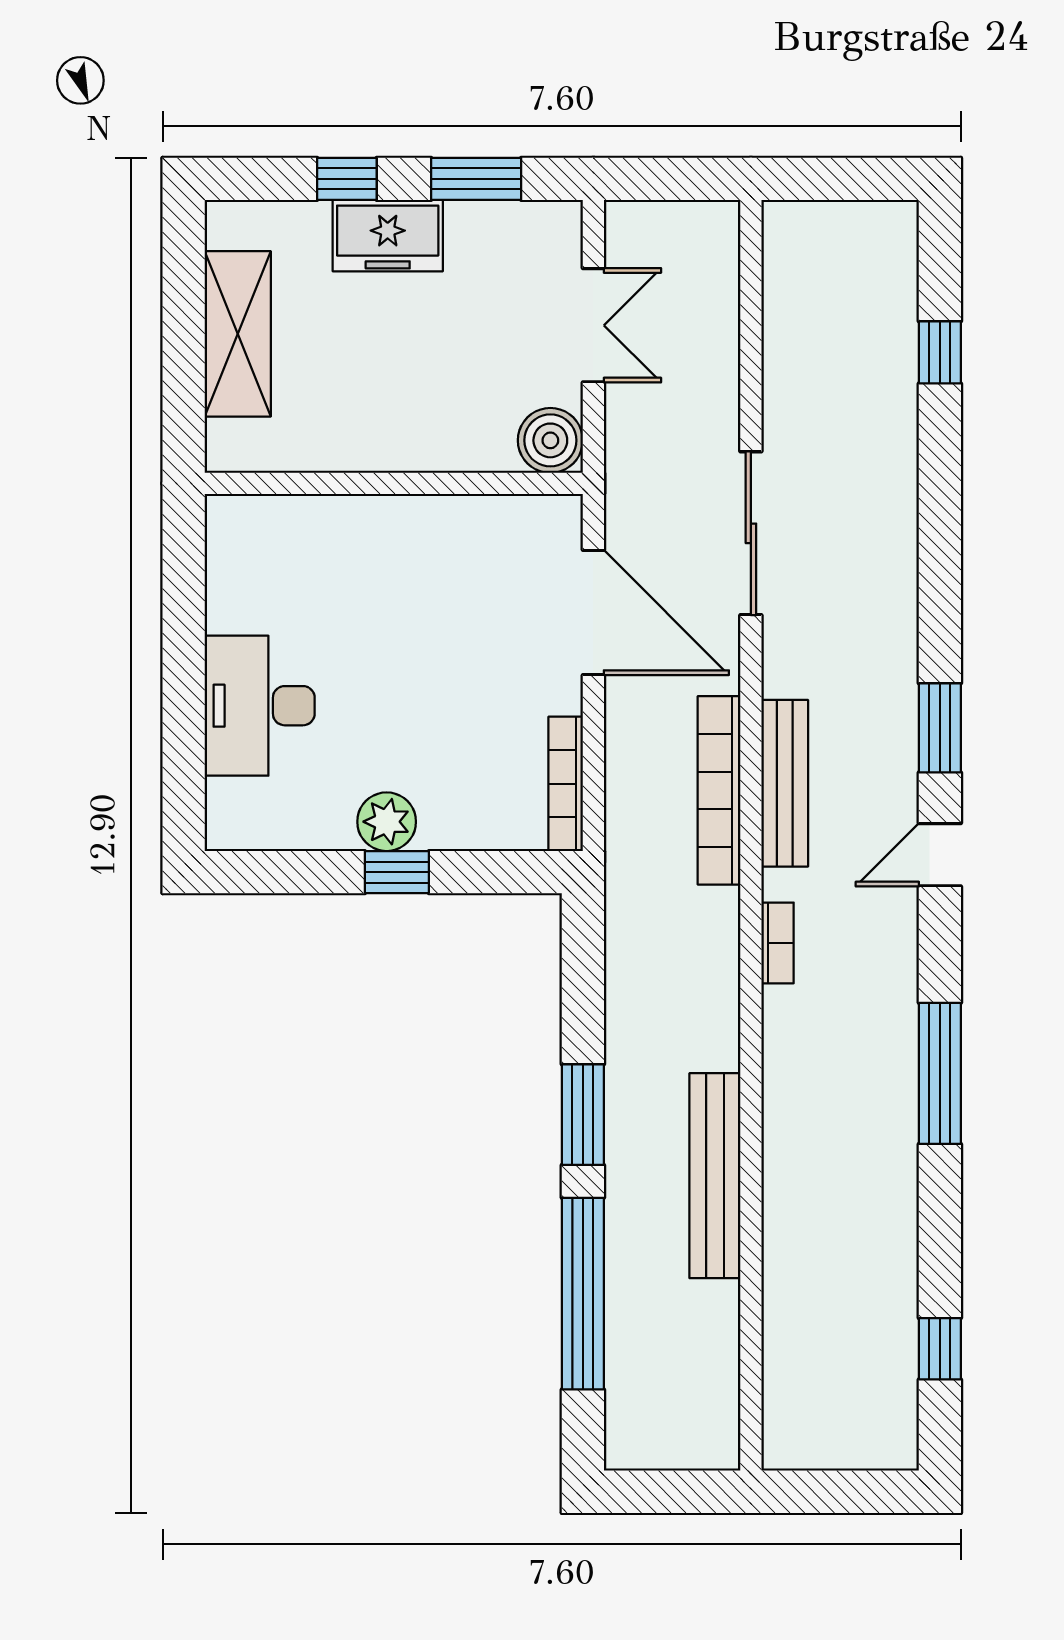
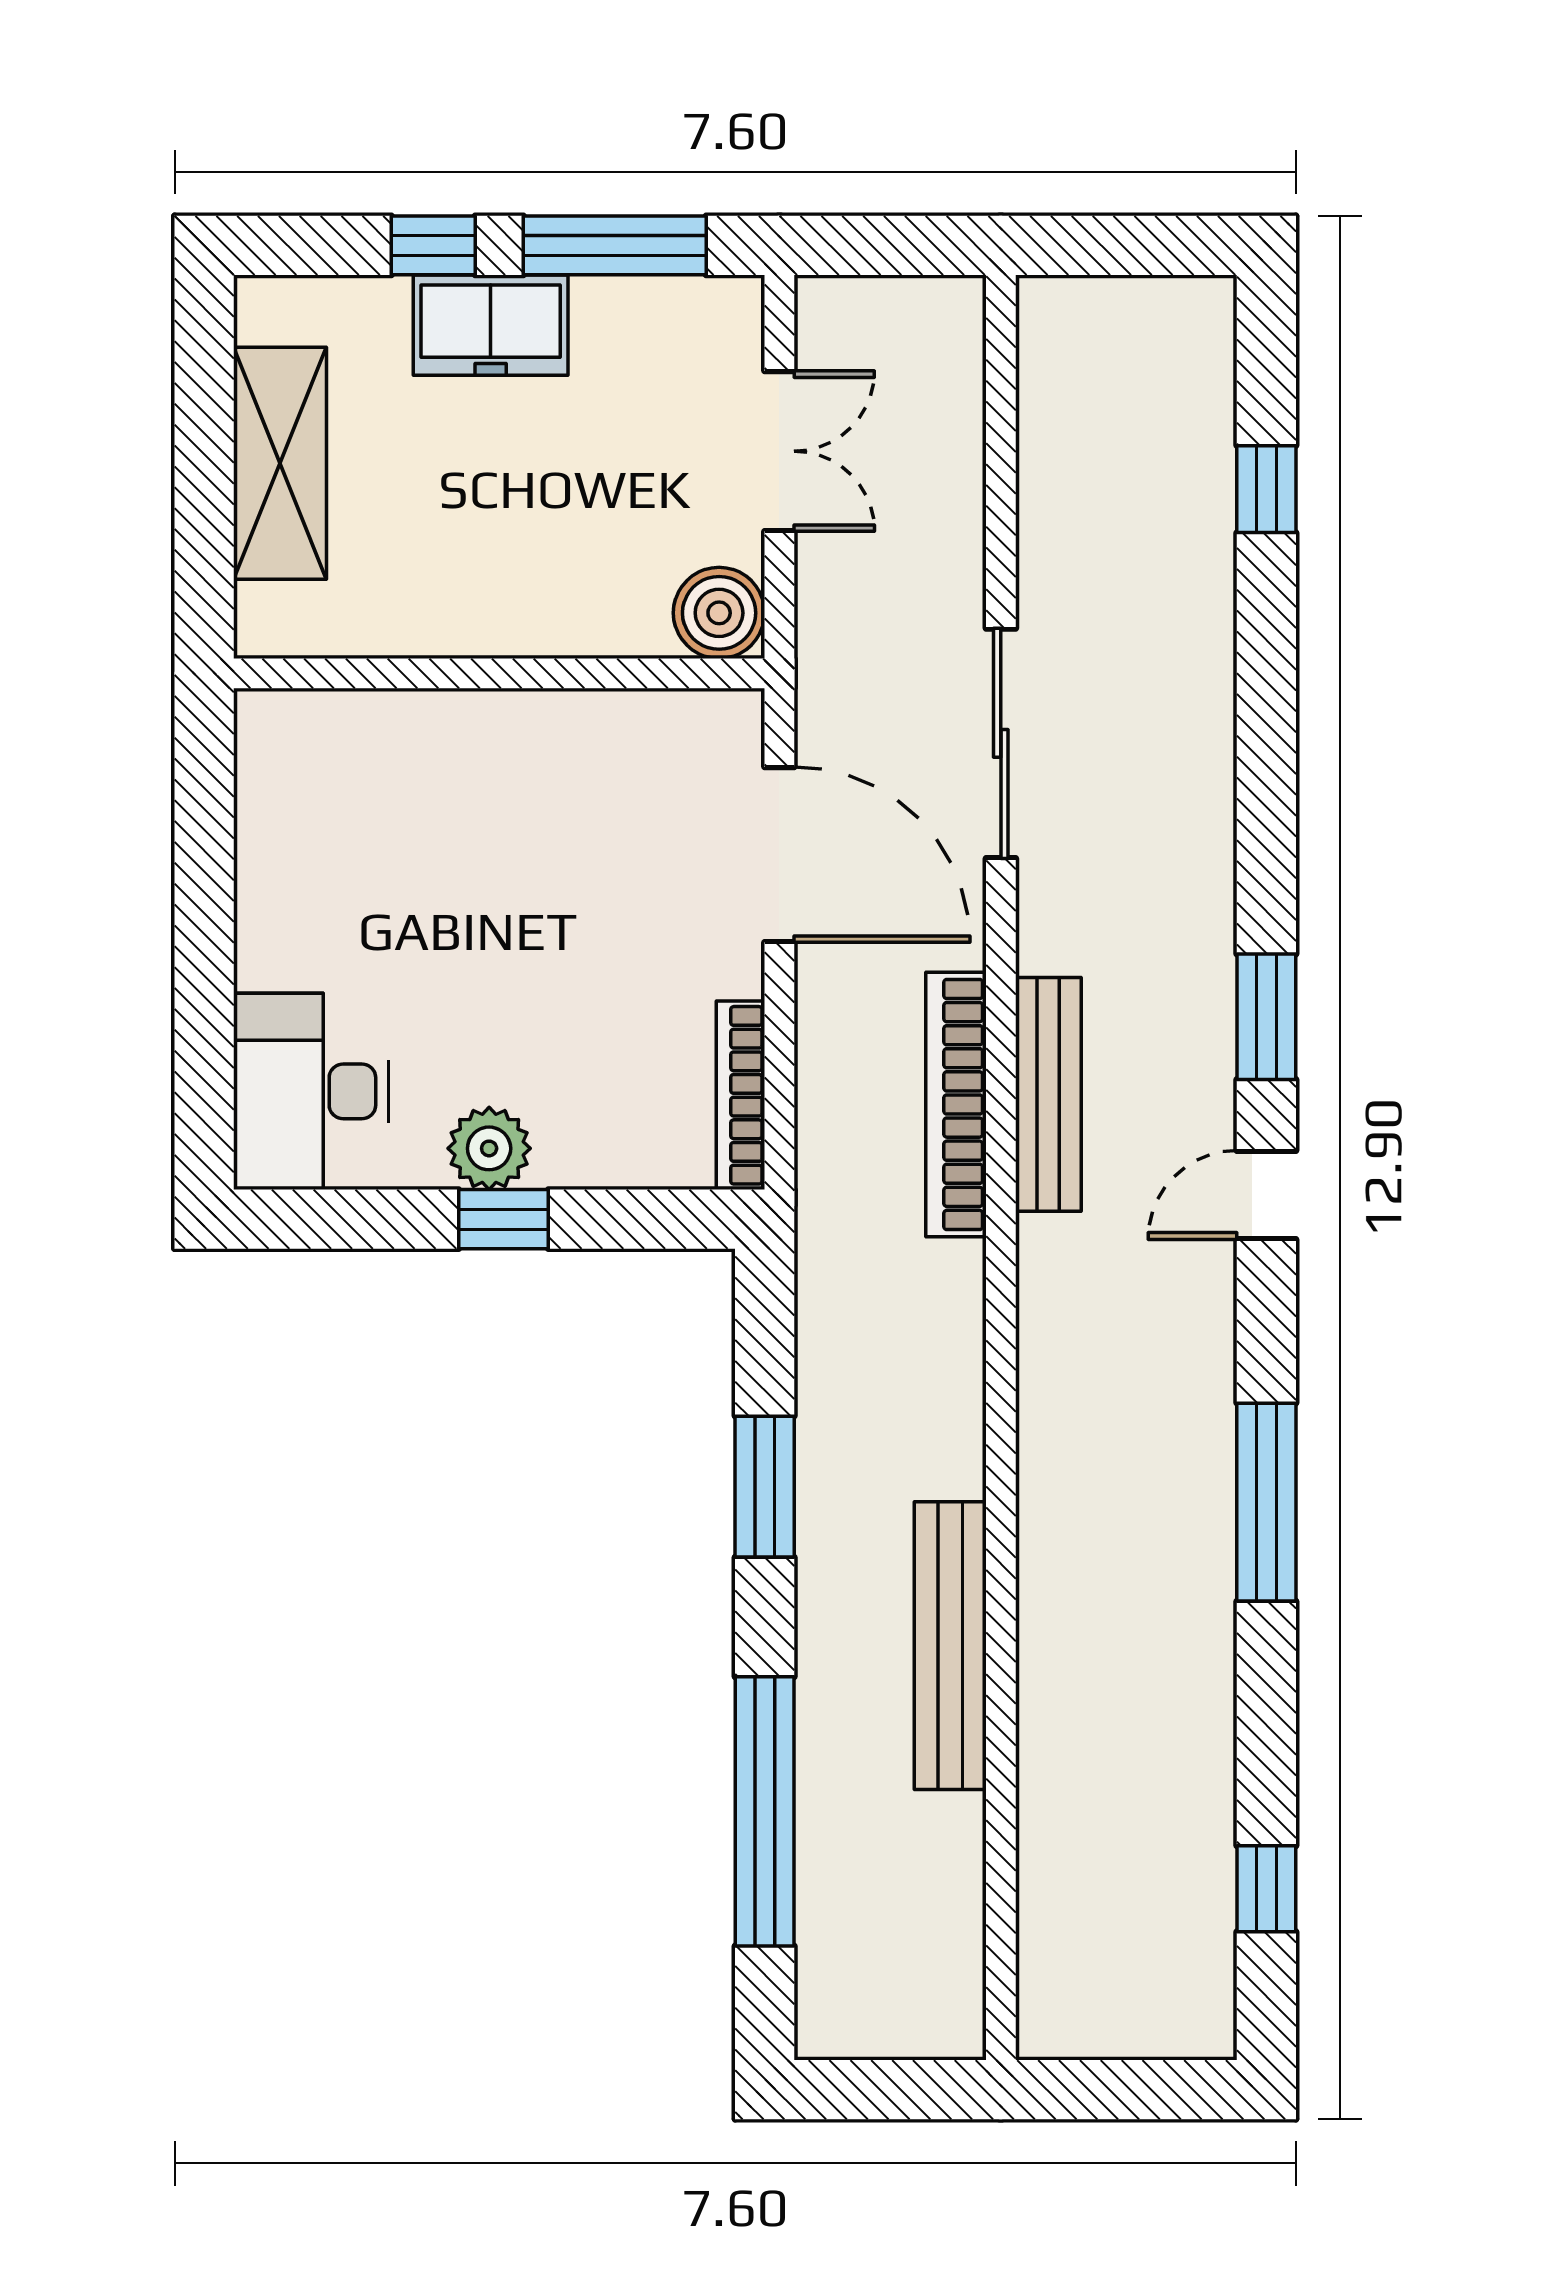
window: (476, 179) -> (615, 245), width x1.44
desk: (260, 706) -> (311, 1091), moved
bookcase: (778, 943) -> (1038, 1319), removed
window: (583, 1115) -> (765, 1487), moved

